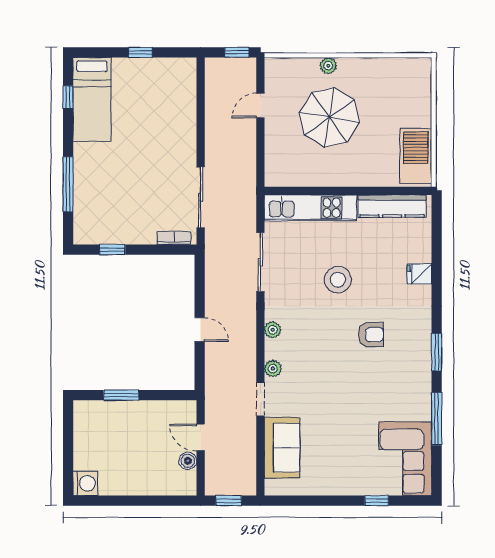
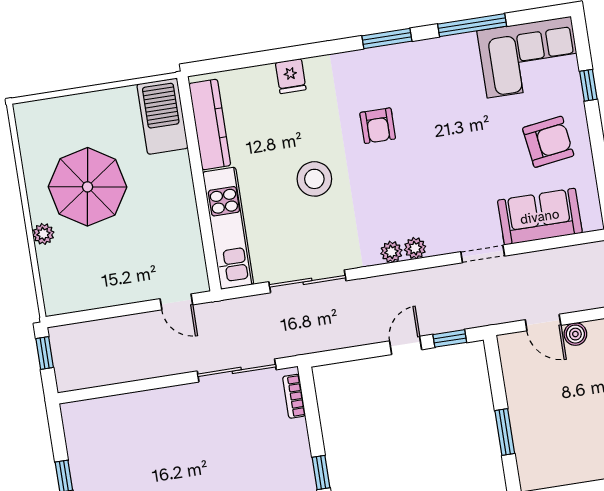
door: (260, 106) -> (176, 302), moved
parasol: (329, 117) -> (87, 187), moved
barbecue: (416, 156) -> (162, 116), moved, turned 90
armchair: (371, 335) -> (378, 126), turned 180
window: (200, 364) -> (450, 338), added
plant: (273, 369) -> (415, 248), moved
door: (201, 437) -> (543, 322), hinge flipped
armchair: (338, 463) -> (548, 142), added

